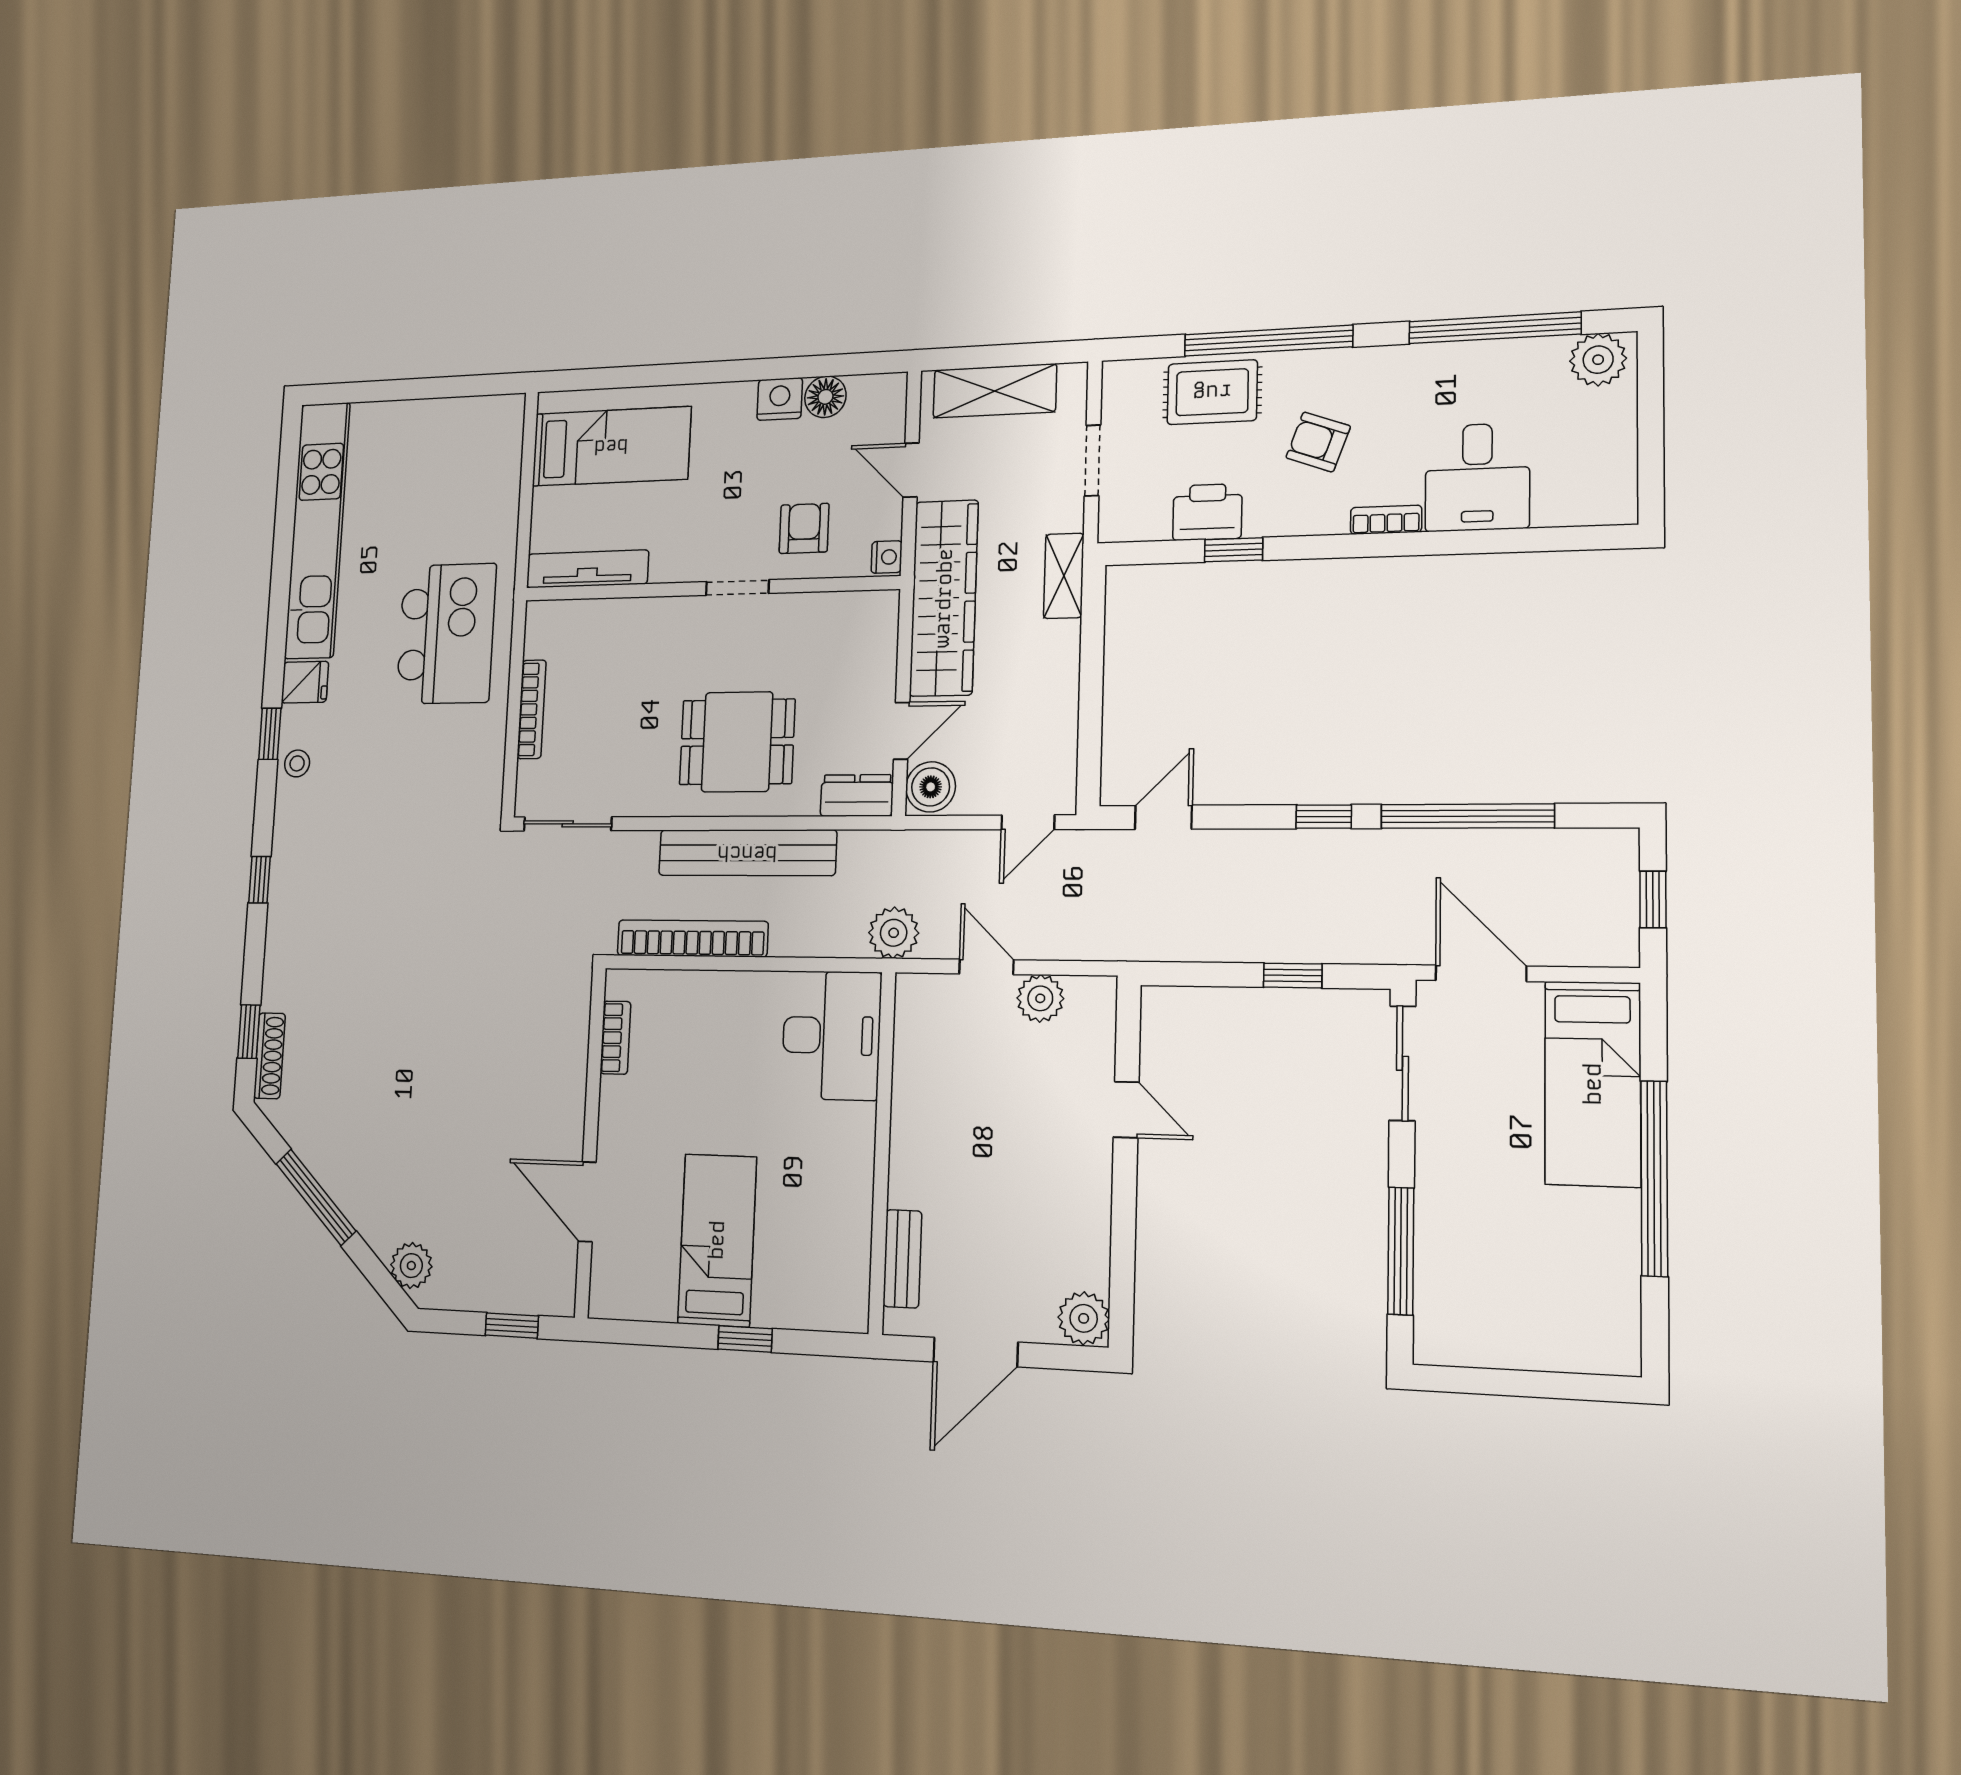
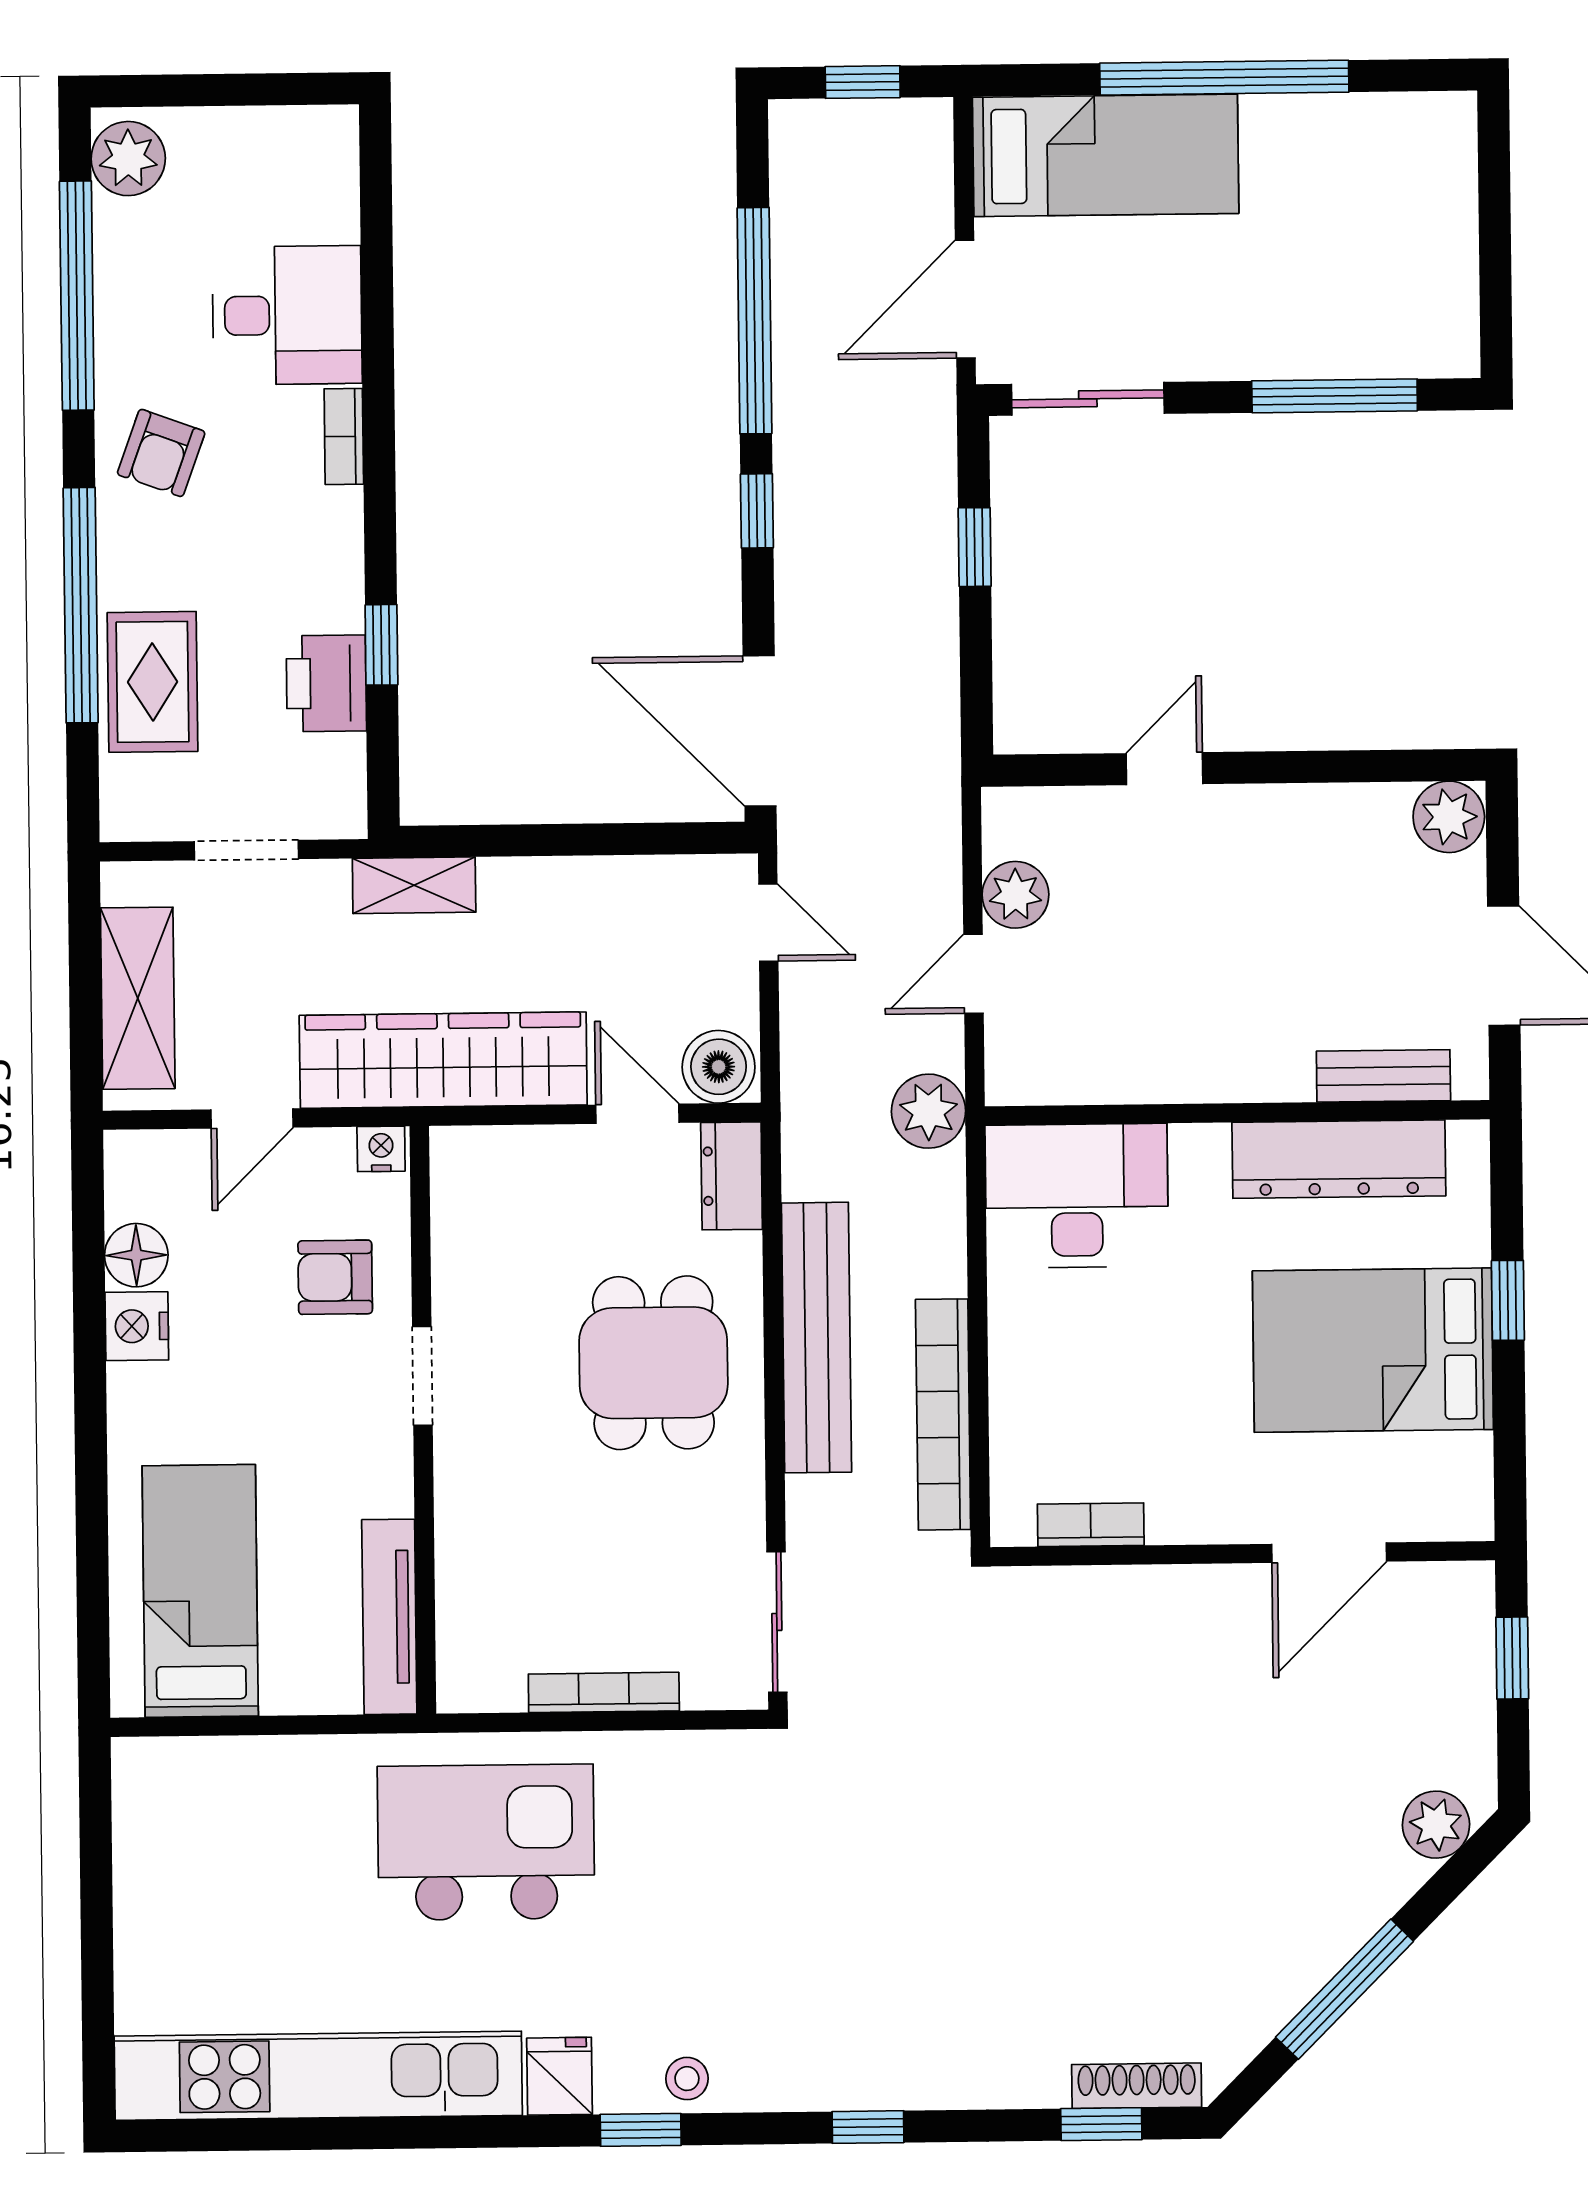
armchair: (1318, 442) -> (161, 453), moved
door: (1163, 817) -> (760, 731), width x1.87
dresser: (847, 1223) -> (1339, 1159), added
bed: (717, 1240) -> (1373, 1350), width x1.50

